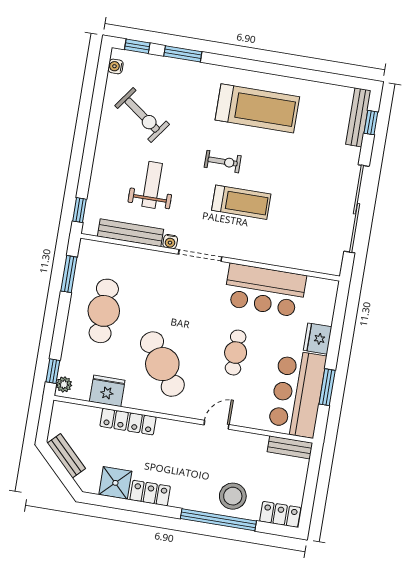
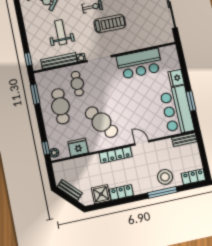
cafe table: (236, 353) -> (77, 84), moved
locker: (128, 422) -> (116, 155), moved
door: (217, 425) -> (142, 143), hinge flipped
window: (218, 520) -> (162, 192), width x0.68

